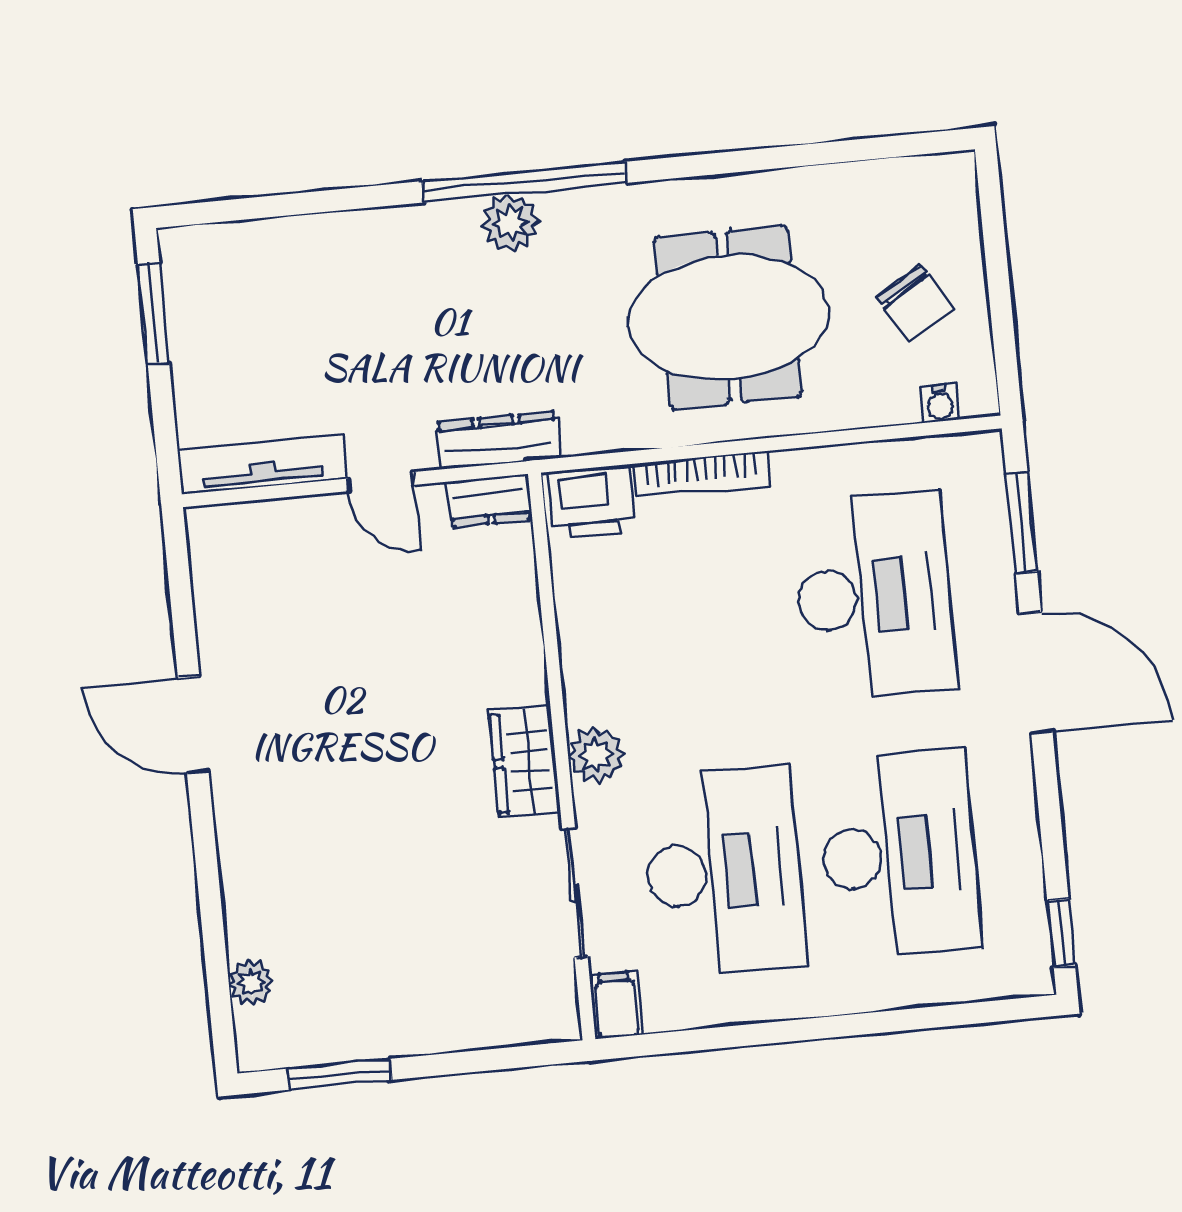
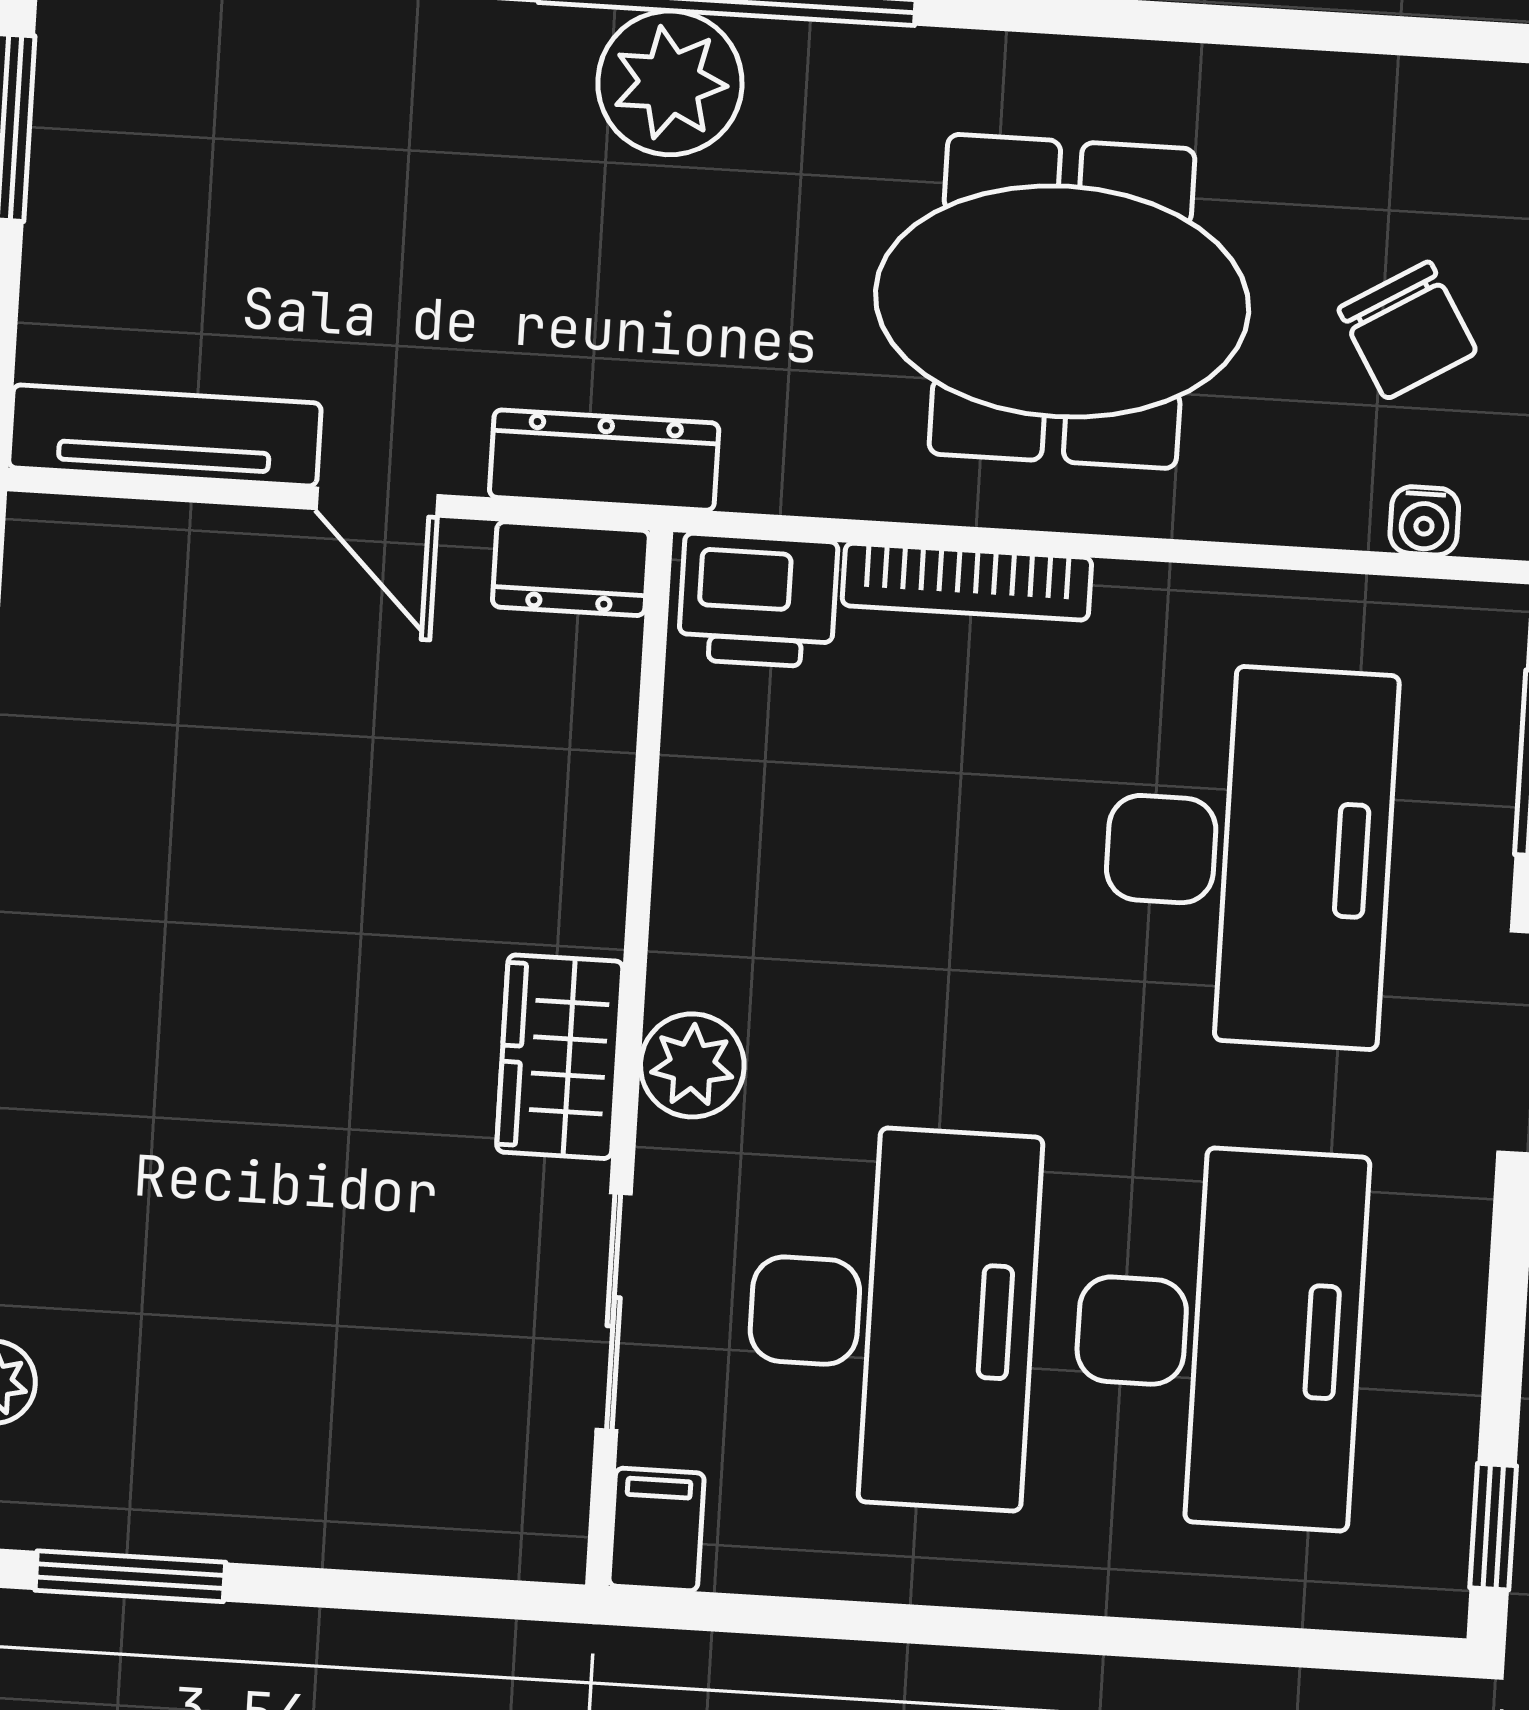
plant: (511, 223) -> (670, 83), width x1.36, depth x1.36

